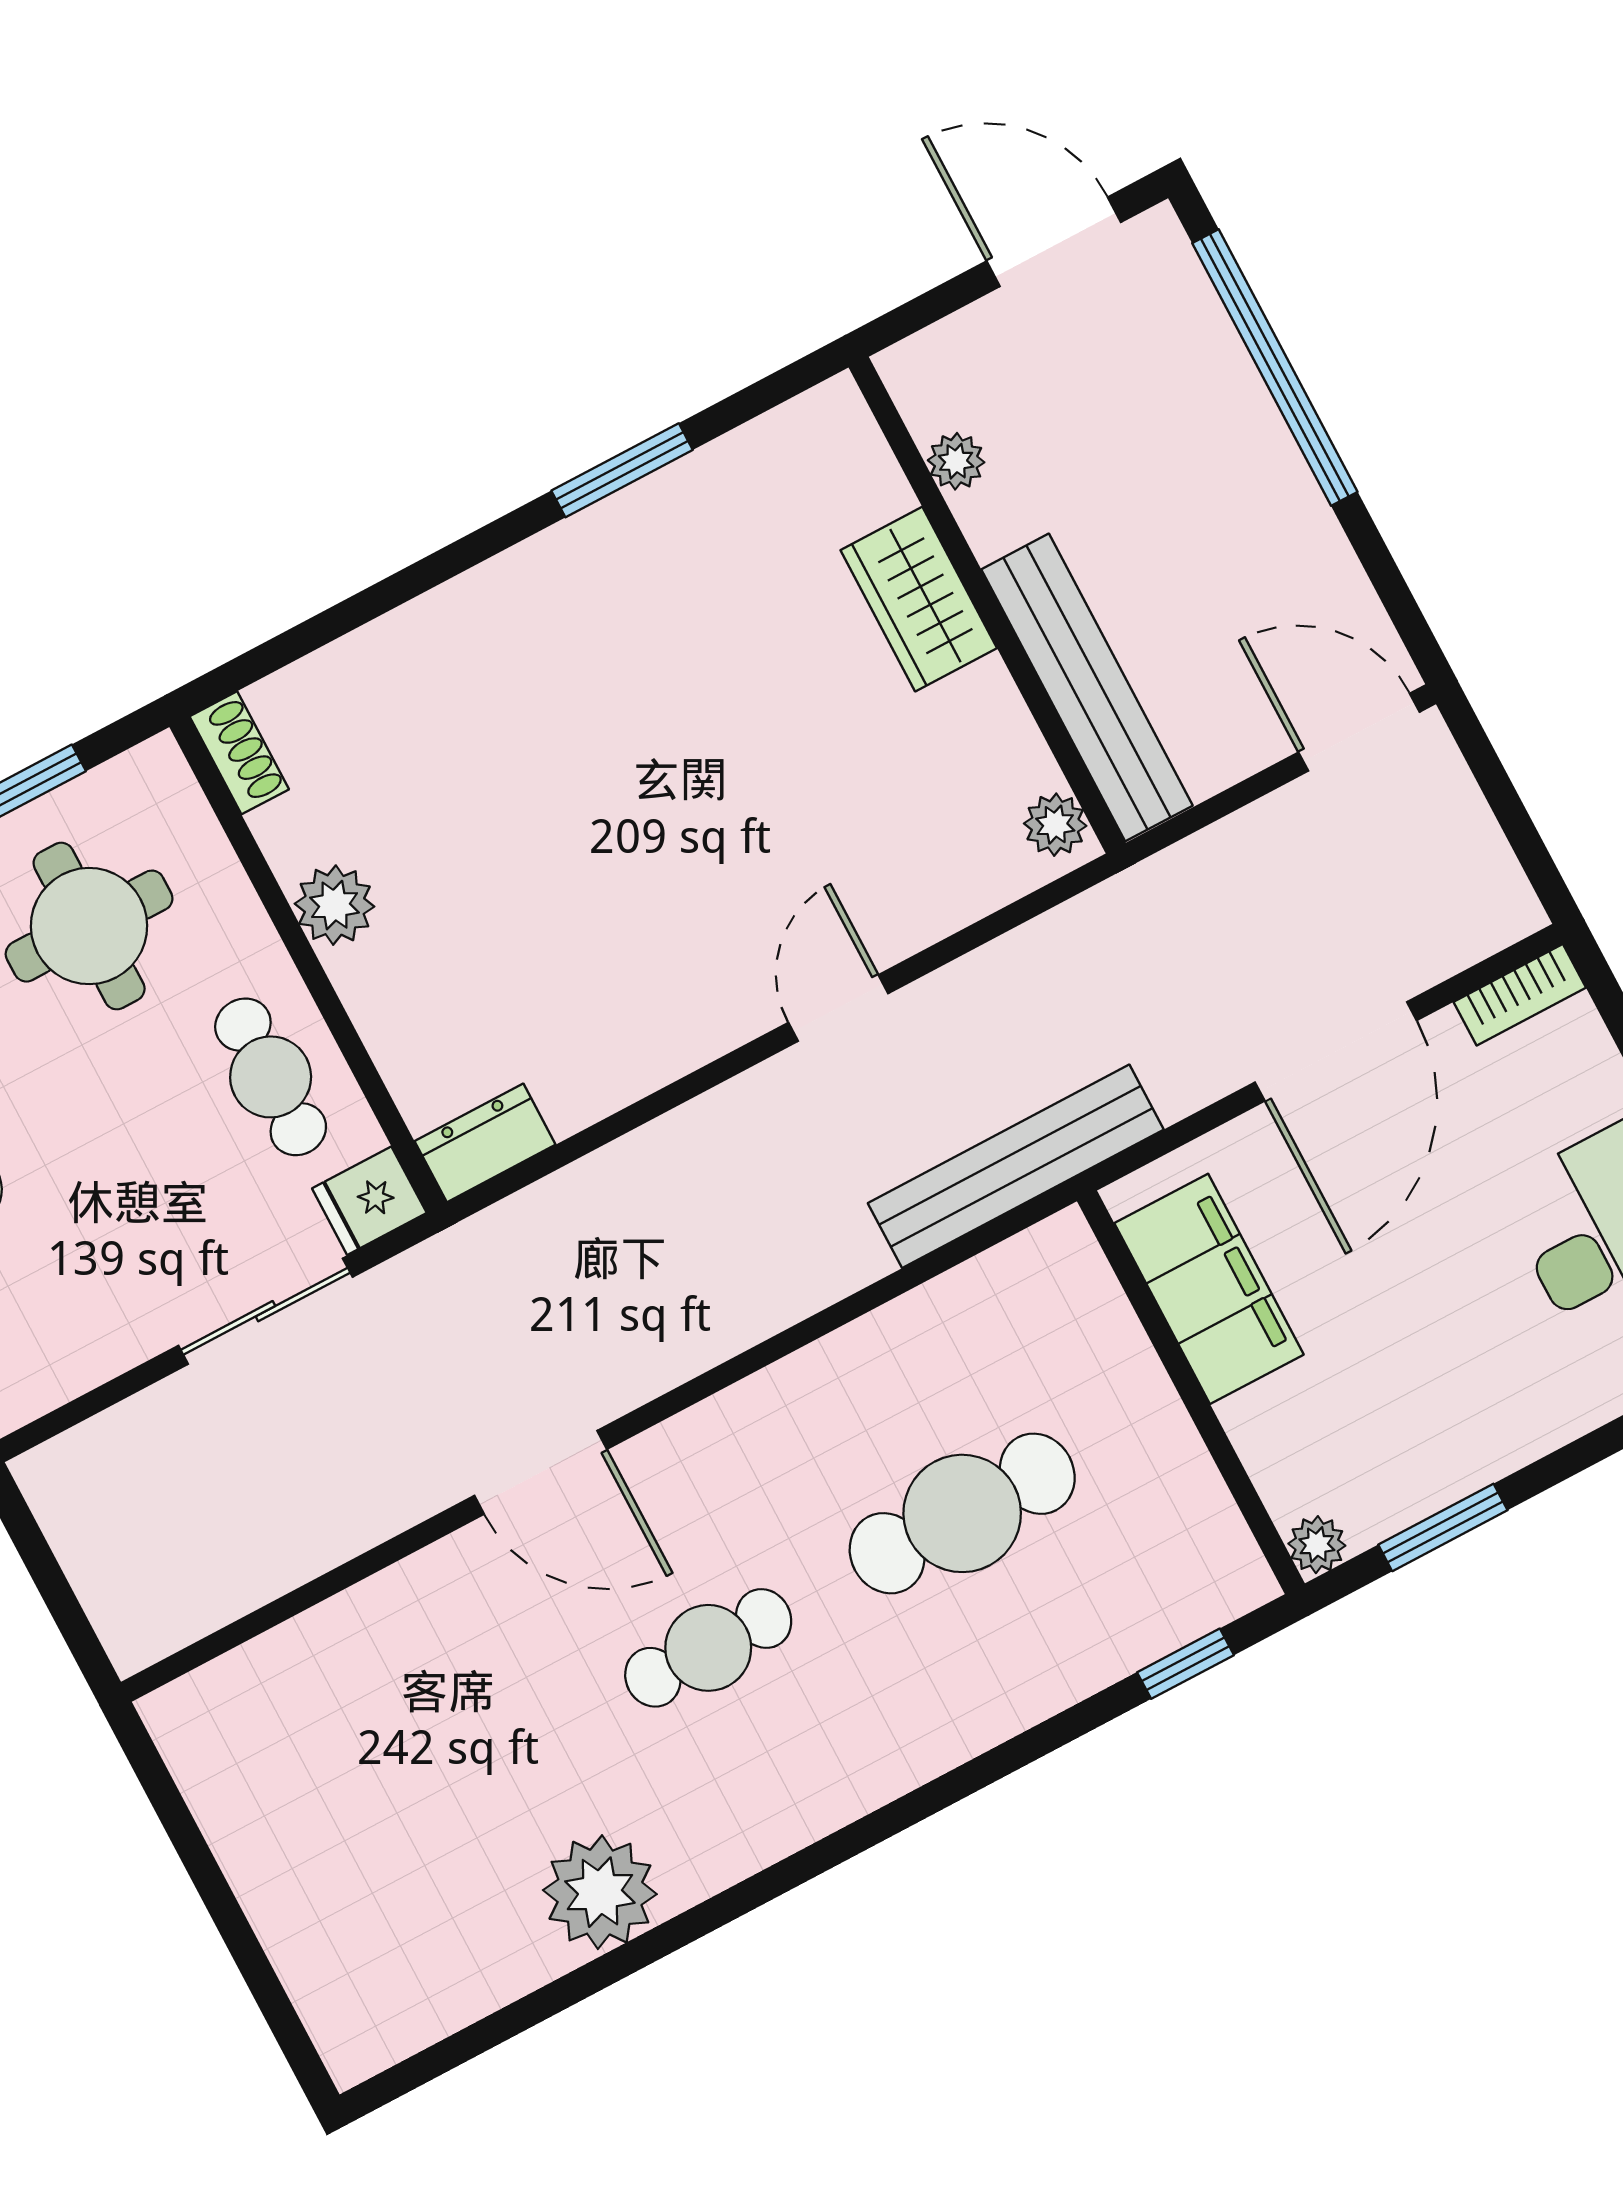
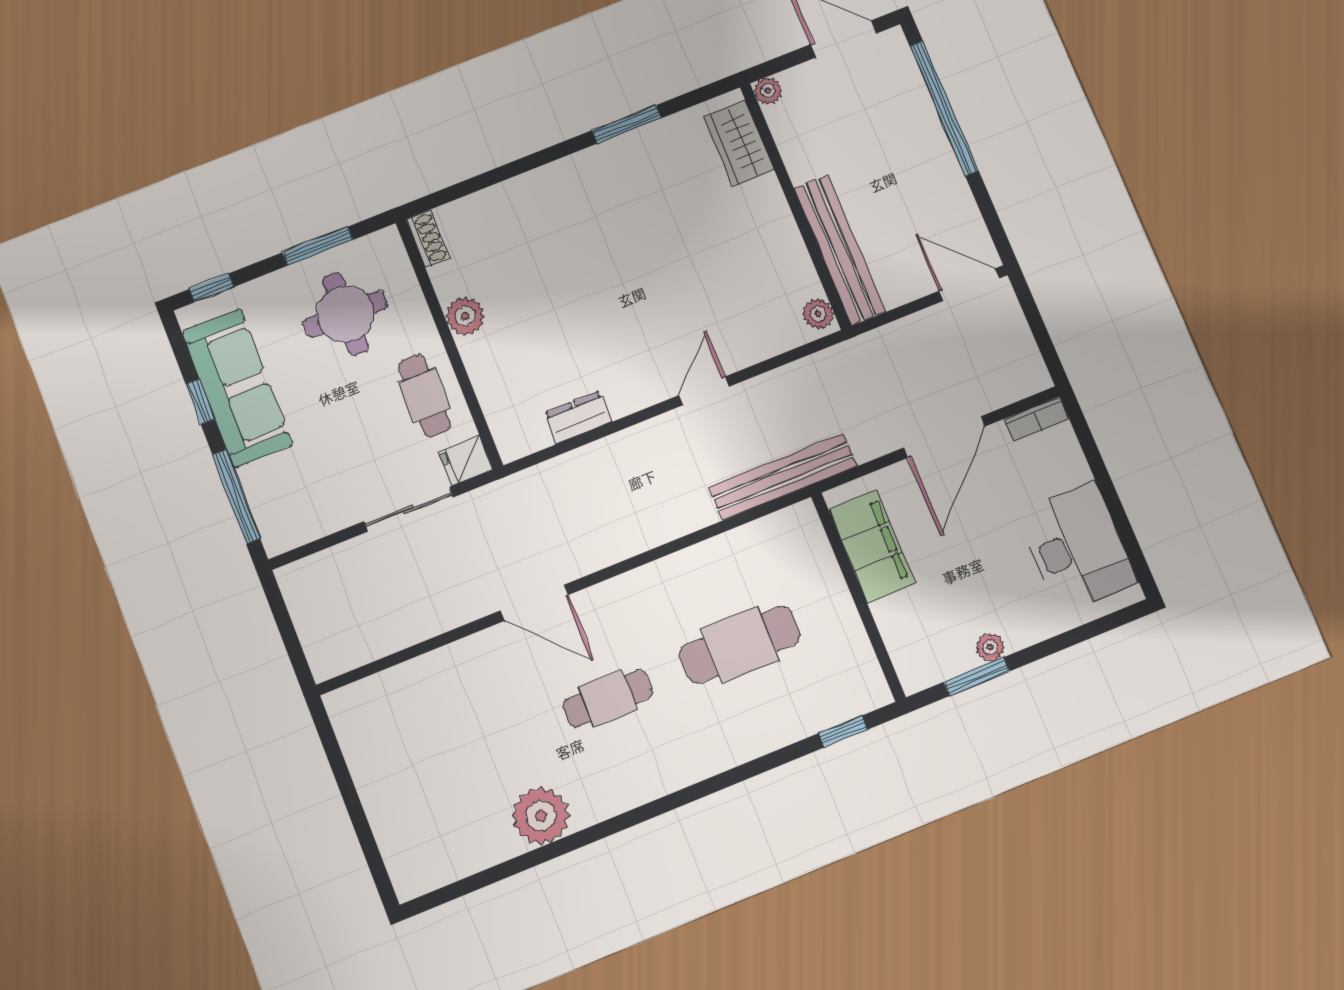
plant: (956, 461) -> (768, 91), moved
wardrobe: (919, 599) -> (739, 143), moved
dresser: (485, 1143) -> (578, 417), moved
plant: (1317, 1545) -> (990, 647), moved

